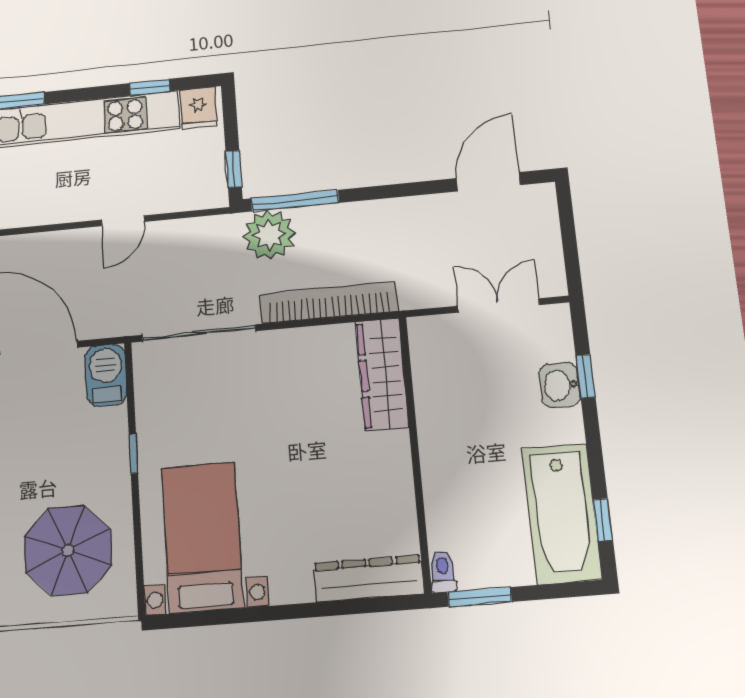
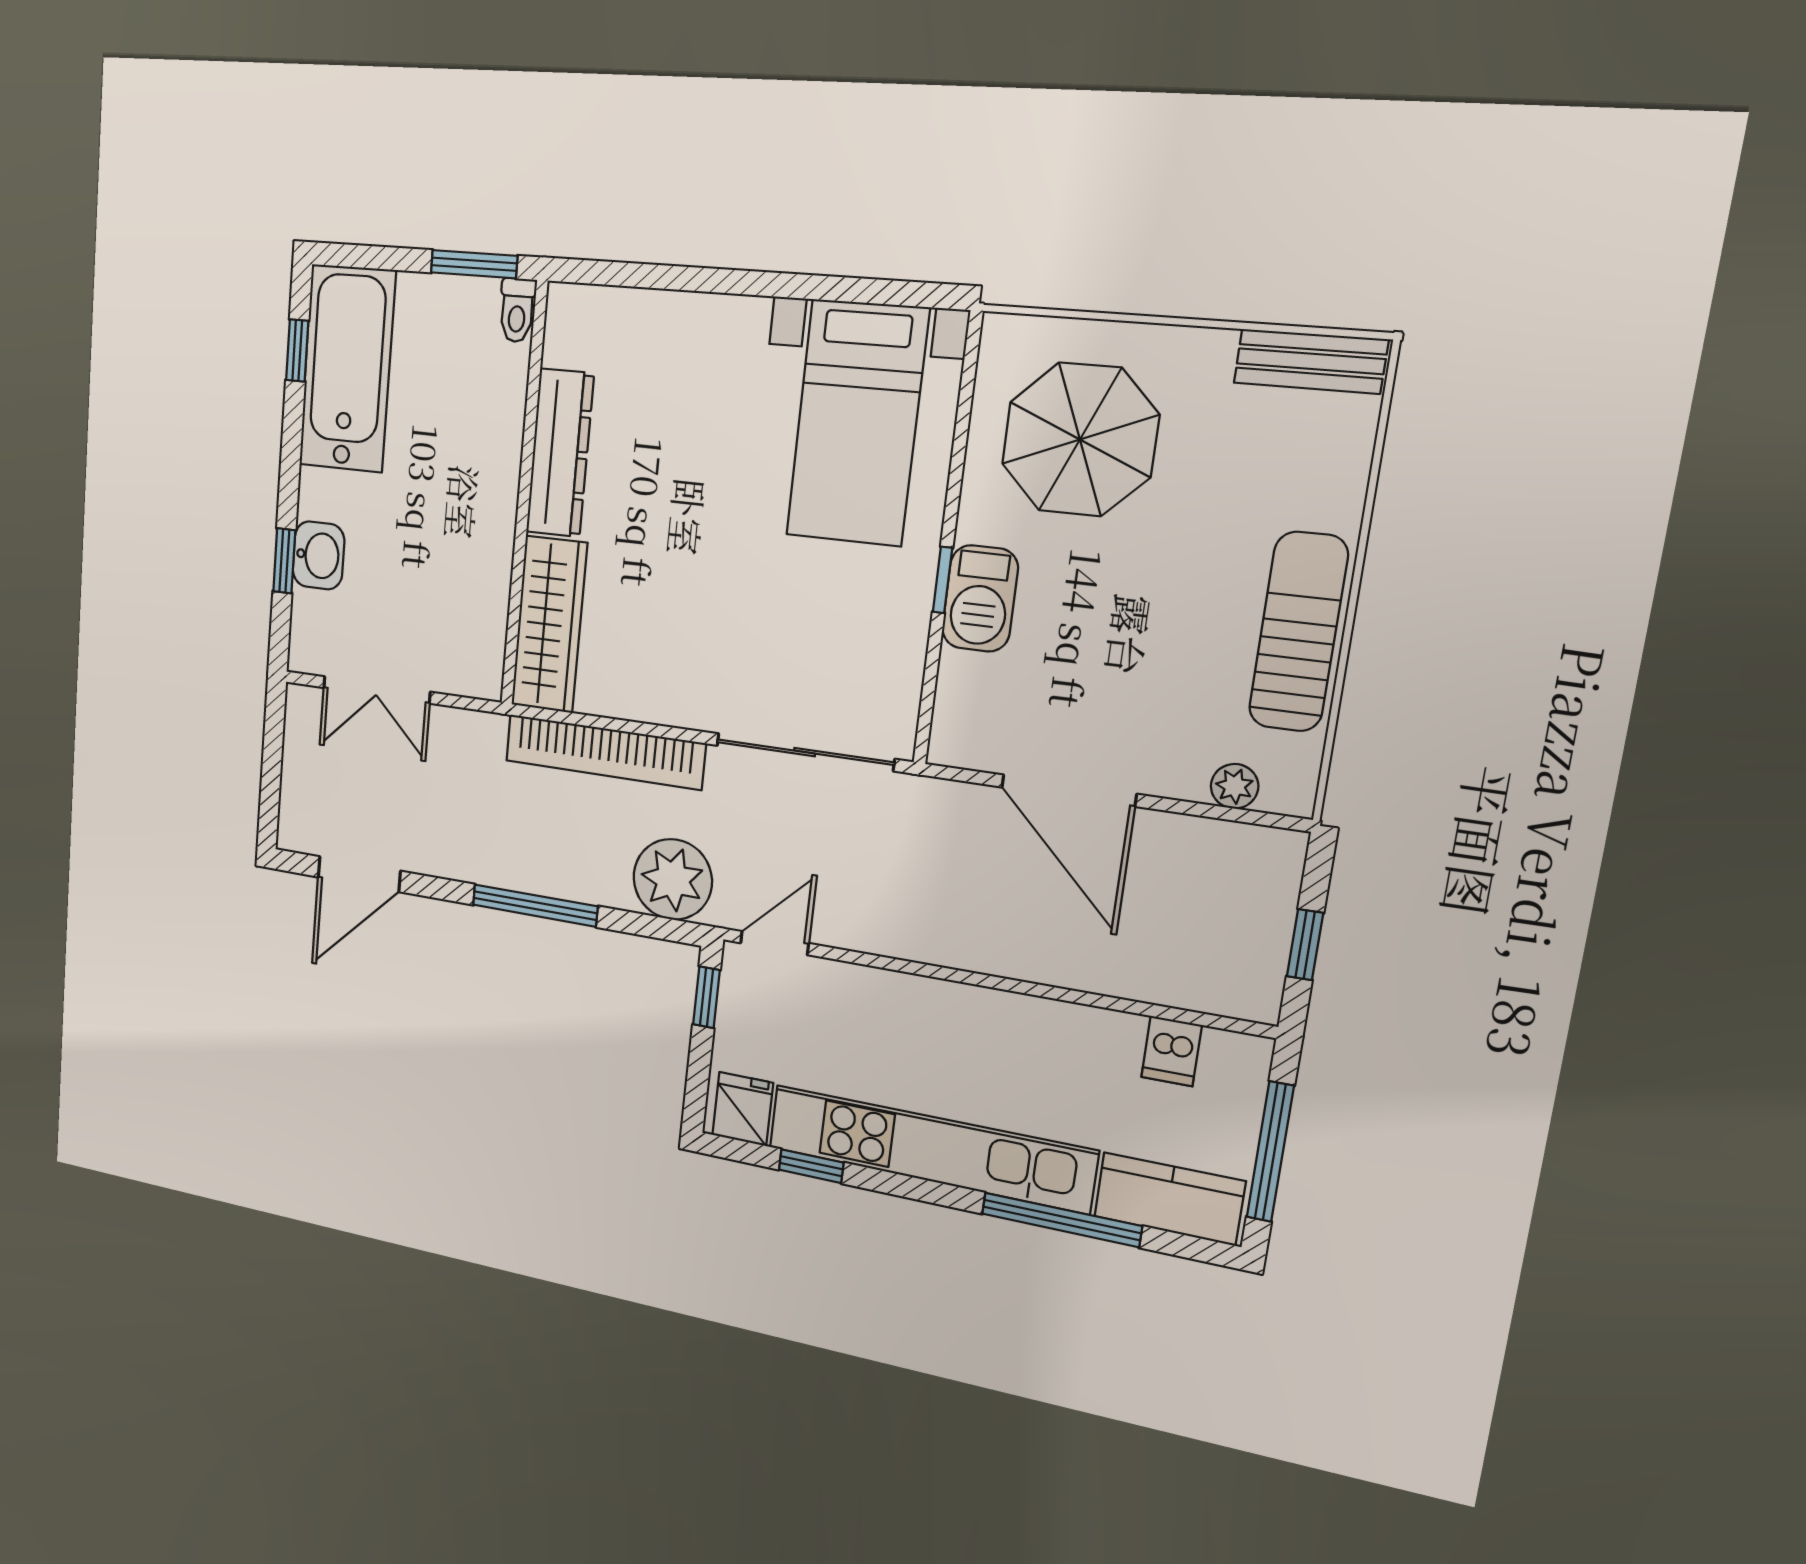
window: (295, 201) -> (535, 906), moved
door: (123, 221) -> (774, 943), moved
barbecue: (106, 375) -> (980, 598), moved
dresser: (368, 579) -> (560, 453), moved, turned -90

